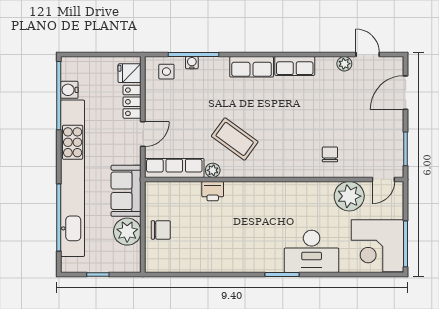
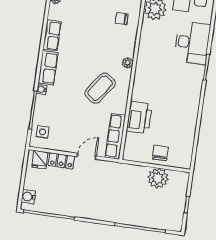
water cooler: (192, 63) -> (42, 89), moved
water cooler: (69, 90) -> (28, 197), moved, turned 90
door: (143, 134) -> (87, 156), hinge flipped
plant: (213, 170) -> (128, 63), moved
kitchen unit: (73, 178) -> (112, 213), removed
sofa: (126, 191) -> (127, 175), removed
printer: (213, 191) -> (139, 118), width x1.87, depth x1.48

